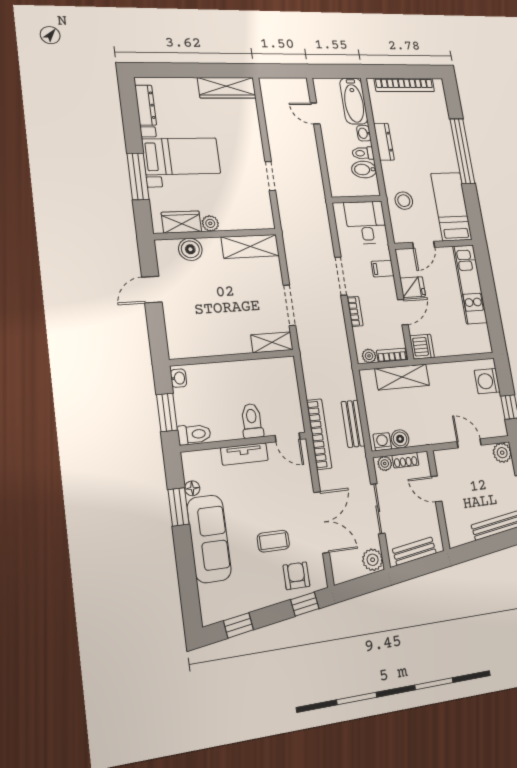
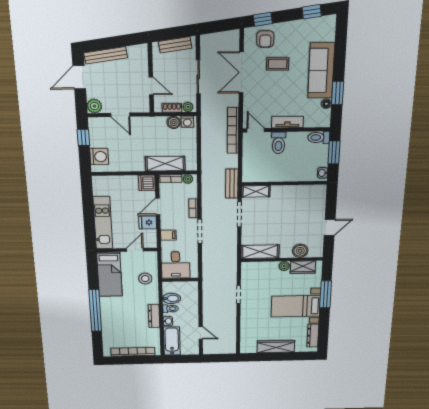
wardrobe: (227, 88) -> (276, 347), moved
bench: (353, 424) -> (232, 184), moved
plant: (373, 560) -> (208, 43), removed

